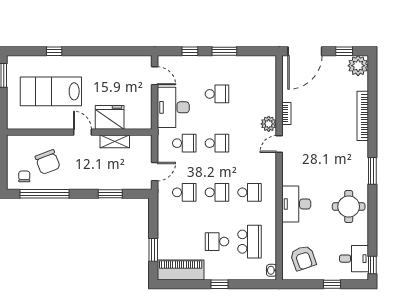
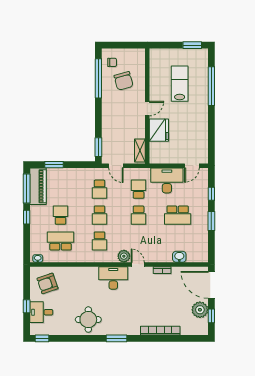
window: (54, 51) -> (211, 86), width x3.17
plant: (358, 66) -> (200, 310), moved
lab bench: (51, 91) -> (180, 84), width x0.73, depth x0.72
washbasin: (269, 92) -> (179, 257), added
school desk: (217, 94) -> (178, 215), width x1.85
plant: (269, 124) -> (124, 256), moved
shelving: (115, 141) -> (140, 150), moved
school desk: (184, 143) -> (139, 189), turned 180
chair: (48, 162) -> (124, 81), turned -84
window: (110, 194) -> (98, 147), moved
desk: (296, 204) -> (113, 278), moved
school desk: (250, 242) -> (60, 241), turned 180
desk: (354, 259) -> (41, 312), moved, turned 90
window: (183, 284) -> (27, 189), added

